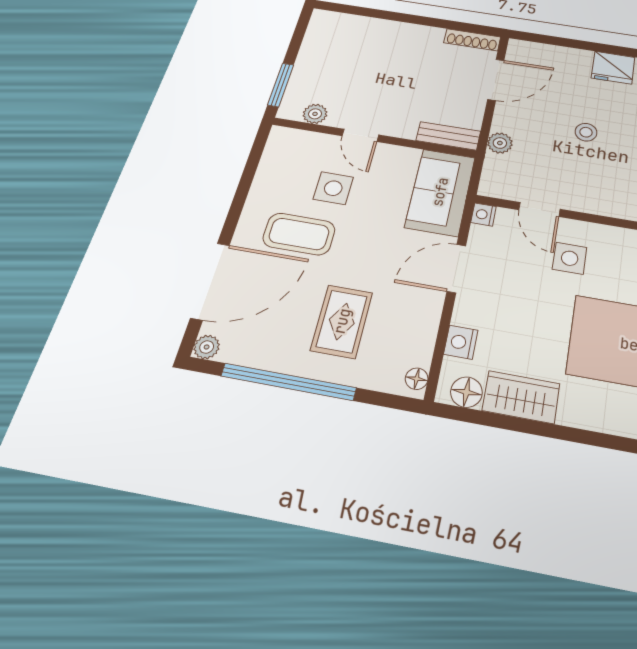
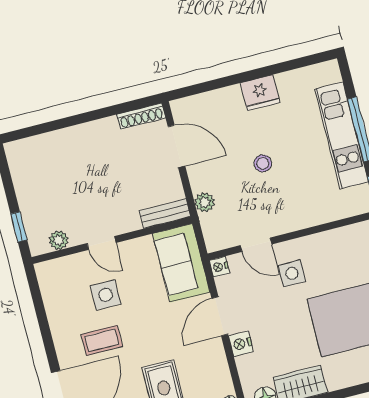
door: (496, 80) -> (176, 146), hinge flipped
window: (281, 85) -> (19, 227), width x0.67
coffee table: (299, 234) -> (102, 340), width x0.73, depth x0.77
nightstand: (461, 342) -> (241, 344), moved

